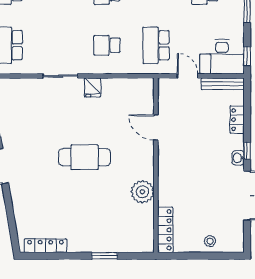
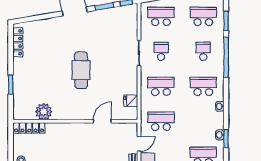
school desk: (58, 45) -> (161, 51), added
school desk: (107, 45) -> (161, 86), width x1.85
fridge: (92, 87) -> (131, 101), moved
plant: (142, 192) -> (44, 112), moved

